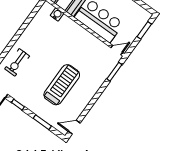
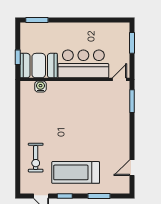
treadmill: (62, 85) -> (76, 172), moved, turned -90
door: (74, 127) -> (132, 168), moved

